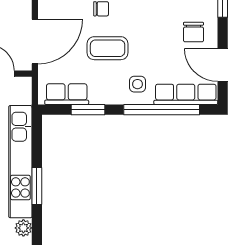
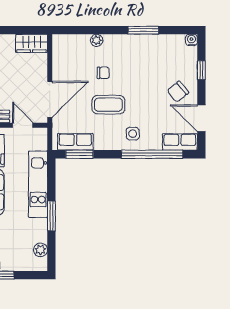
chair: (193, 32) -> (178, 92), turned 51
row of seats: (186, 94) -> (180, 142), width x0.68
window: (88, 110) -> (79, 154), moved
kitchen unit: (20, 162) -> (38, 184), width x0.73

